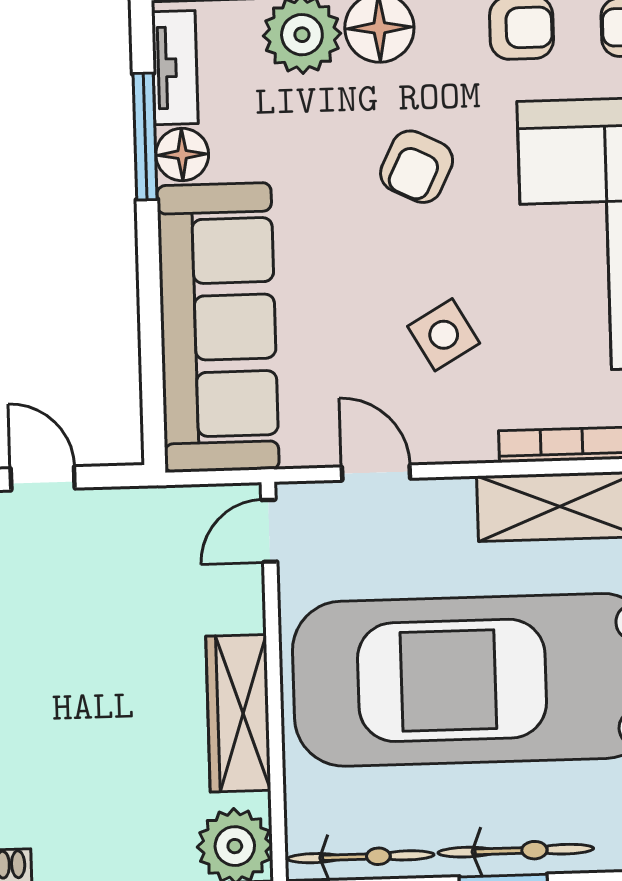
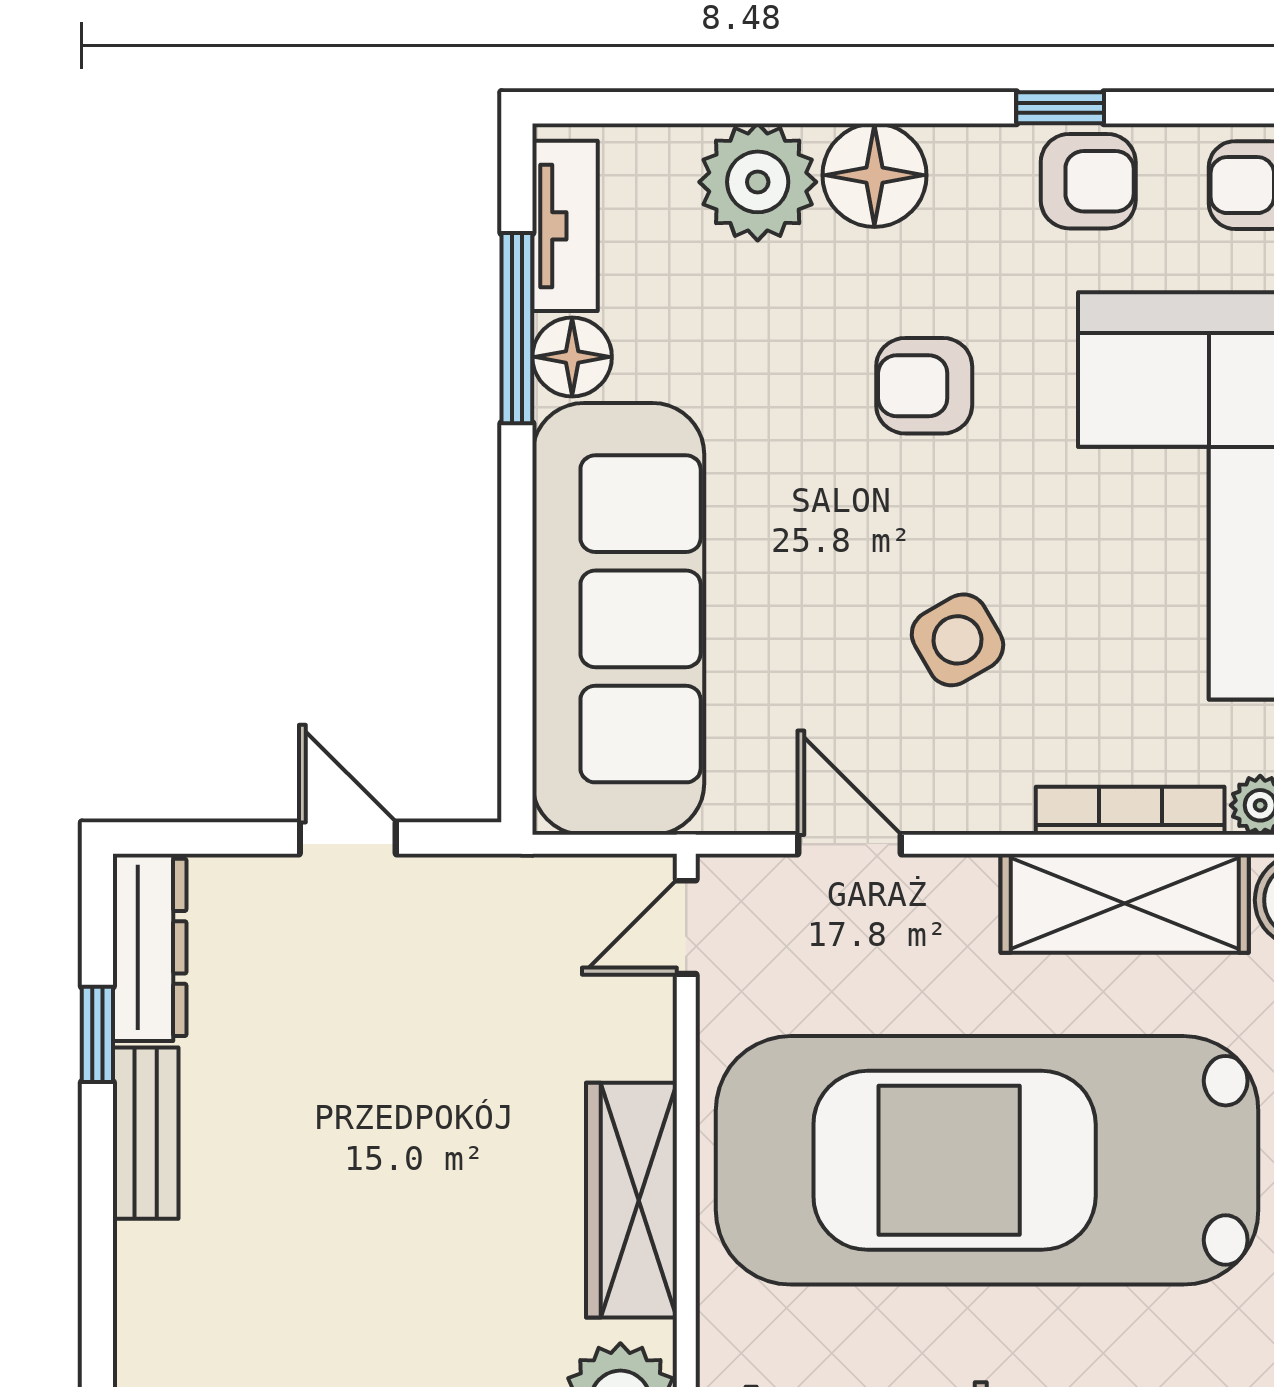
armchair: (417, 167) -> (924, 386), turned 64

